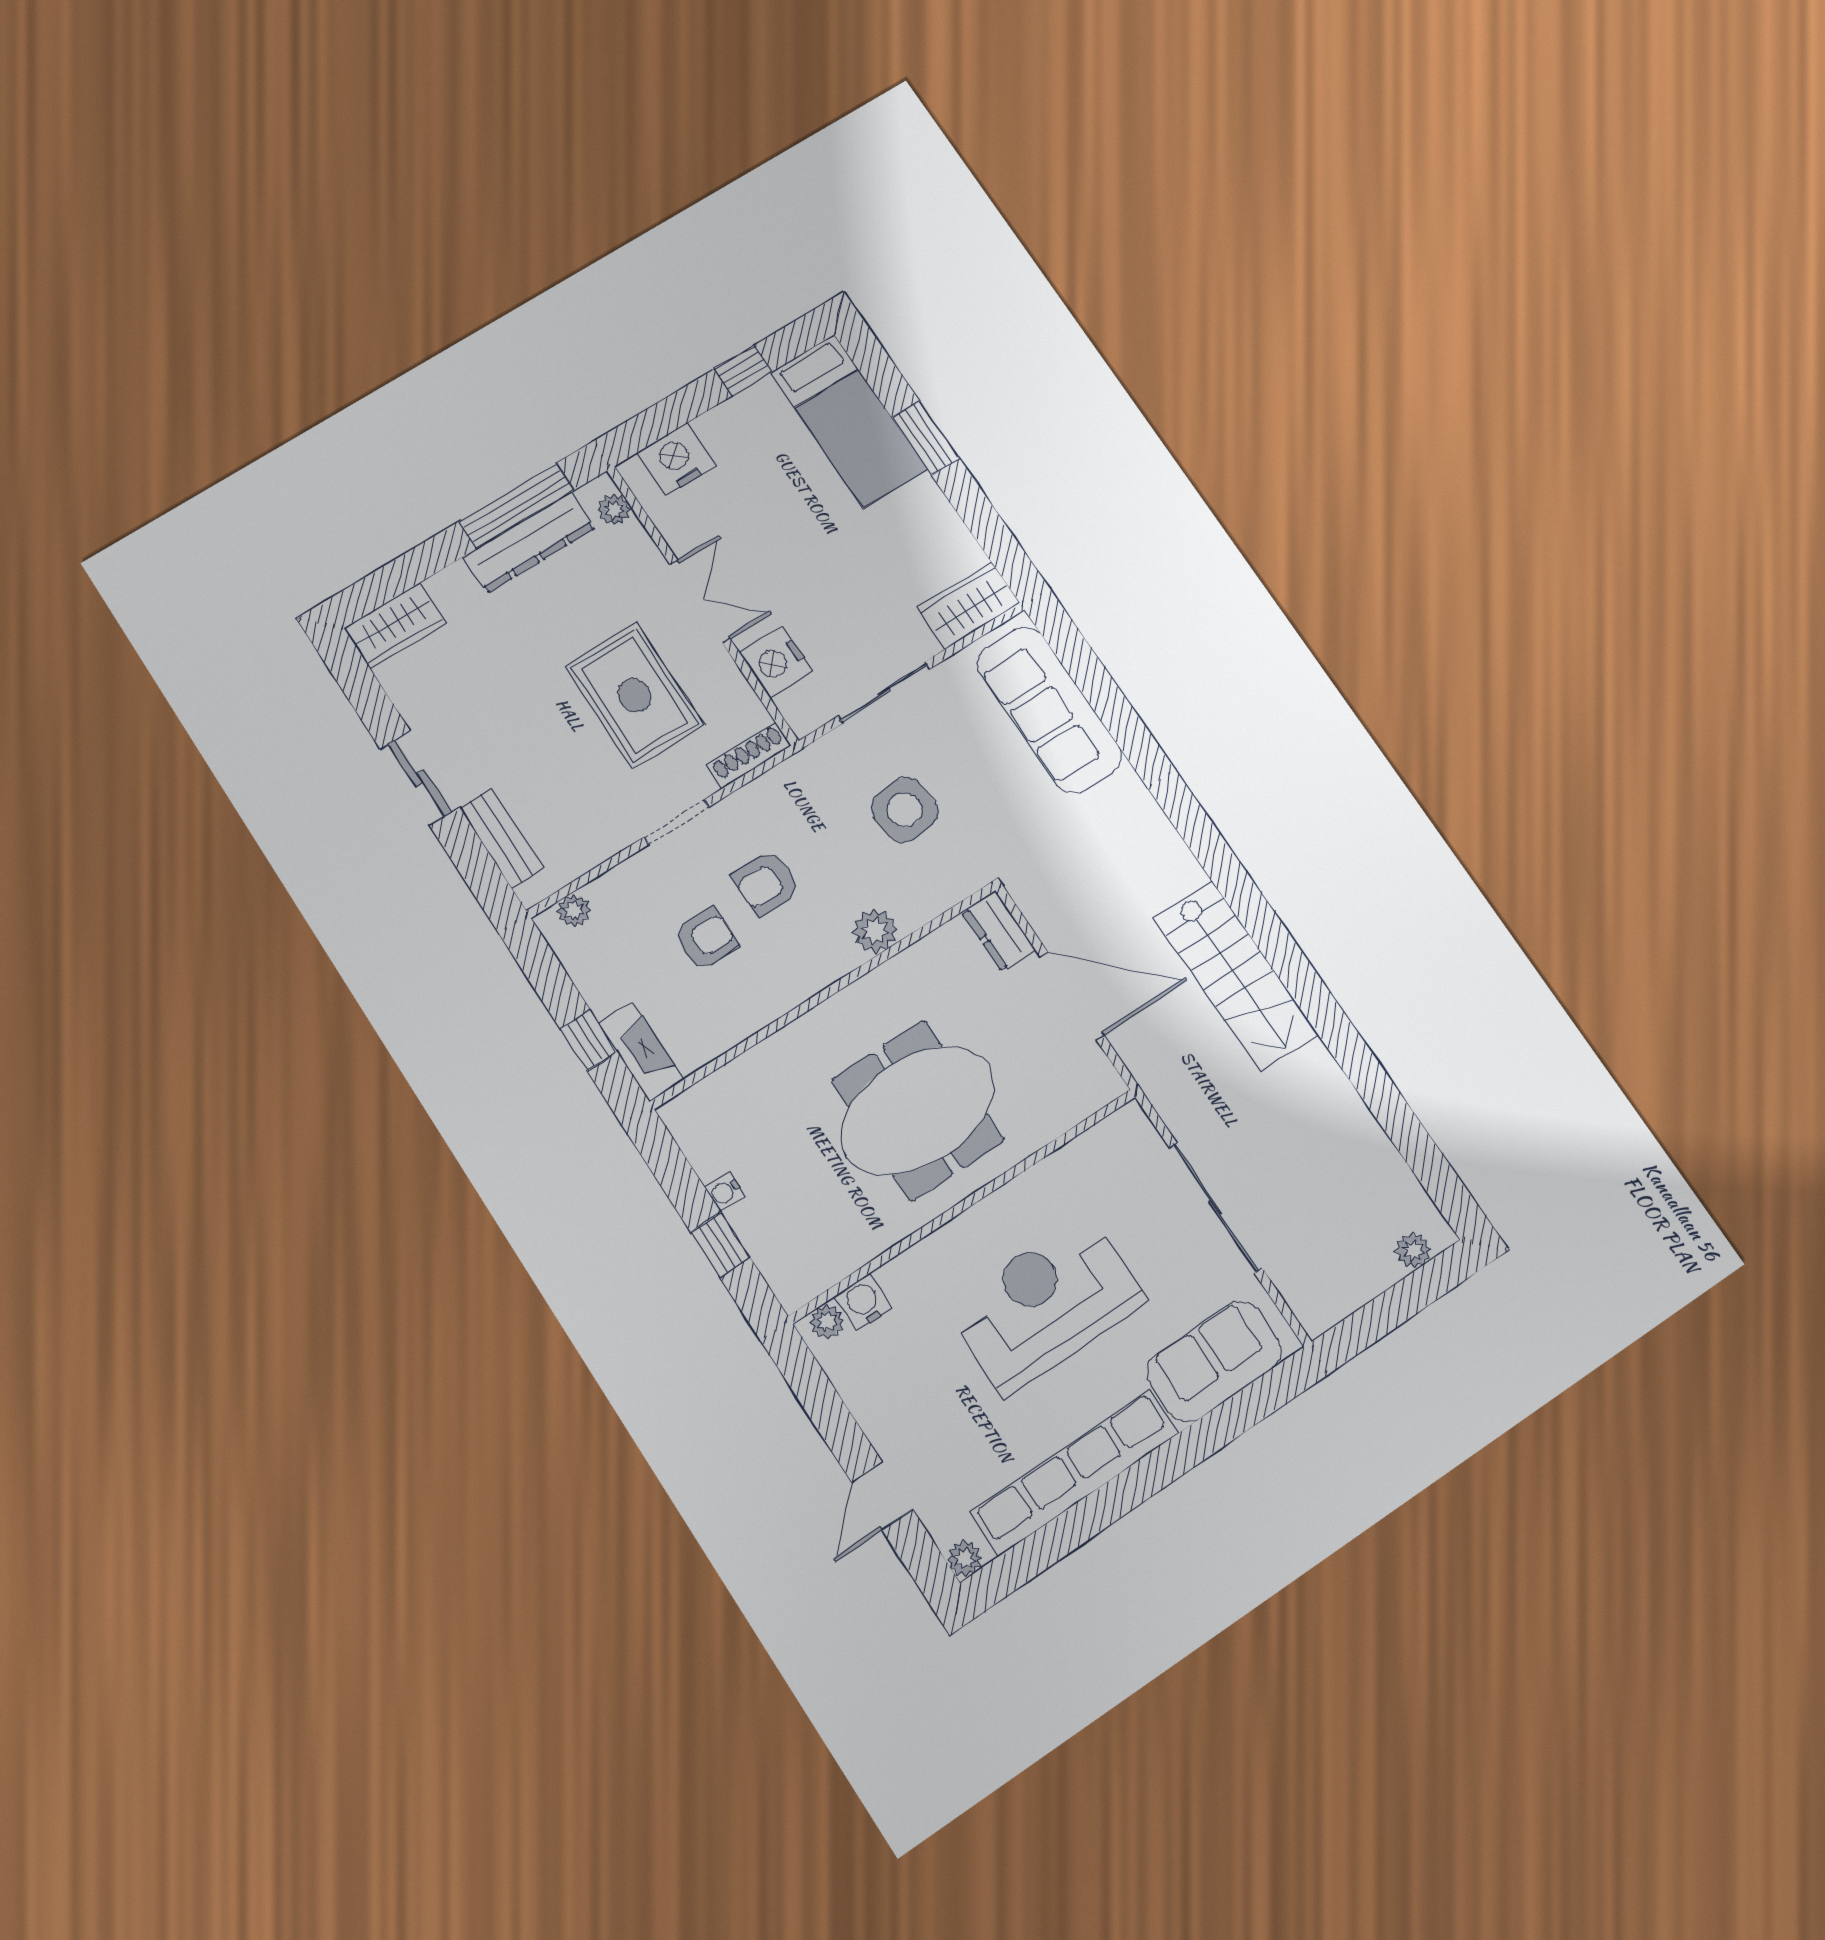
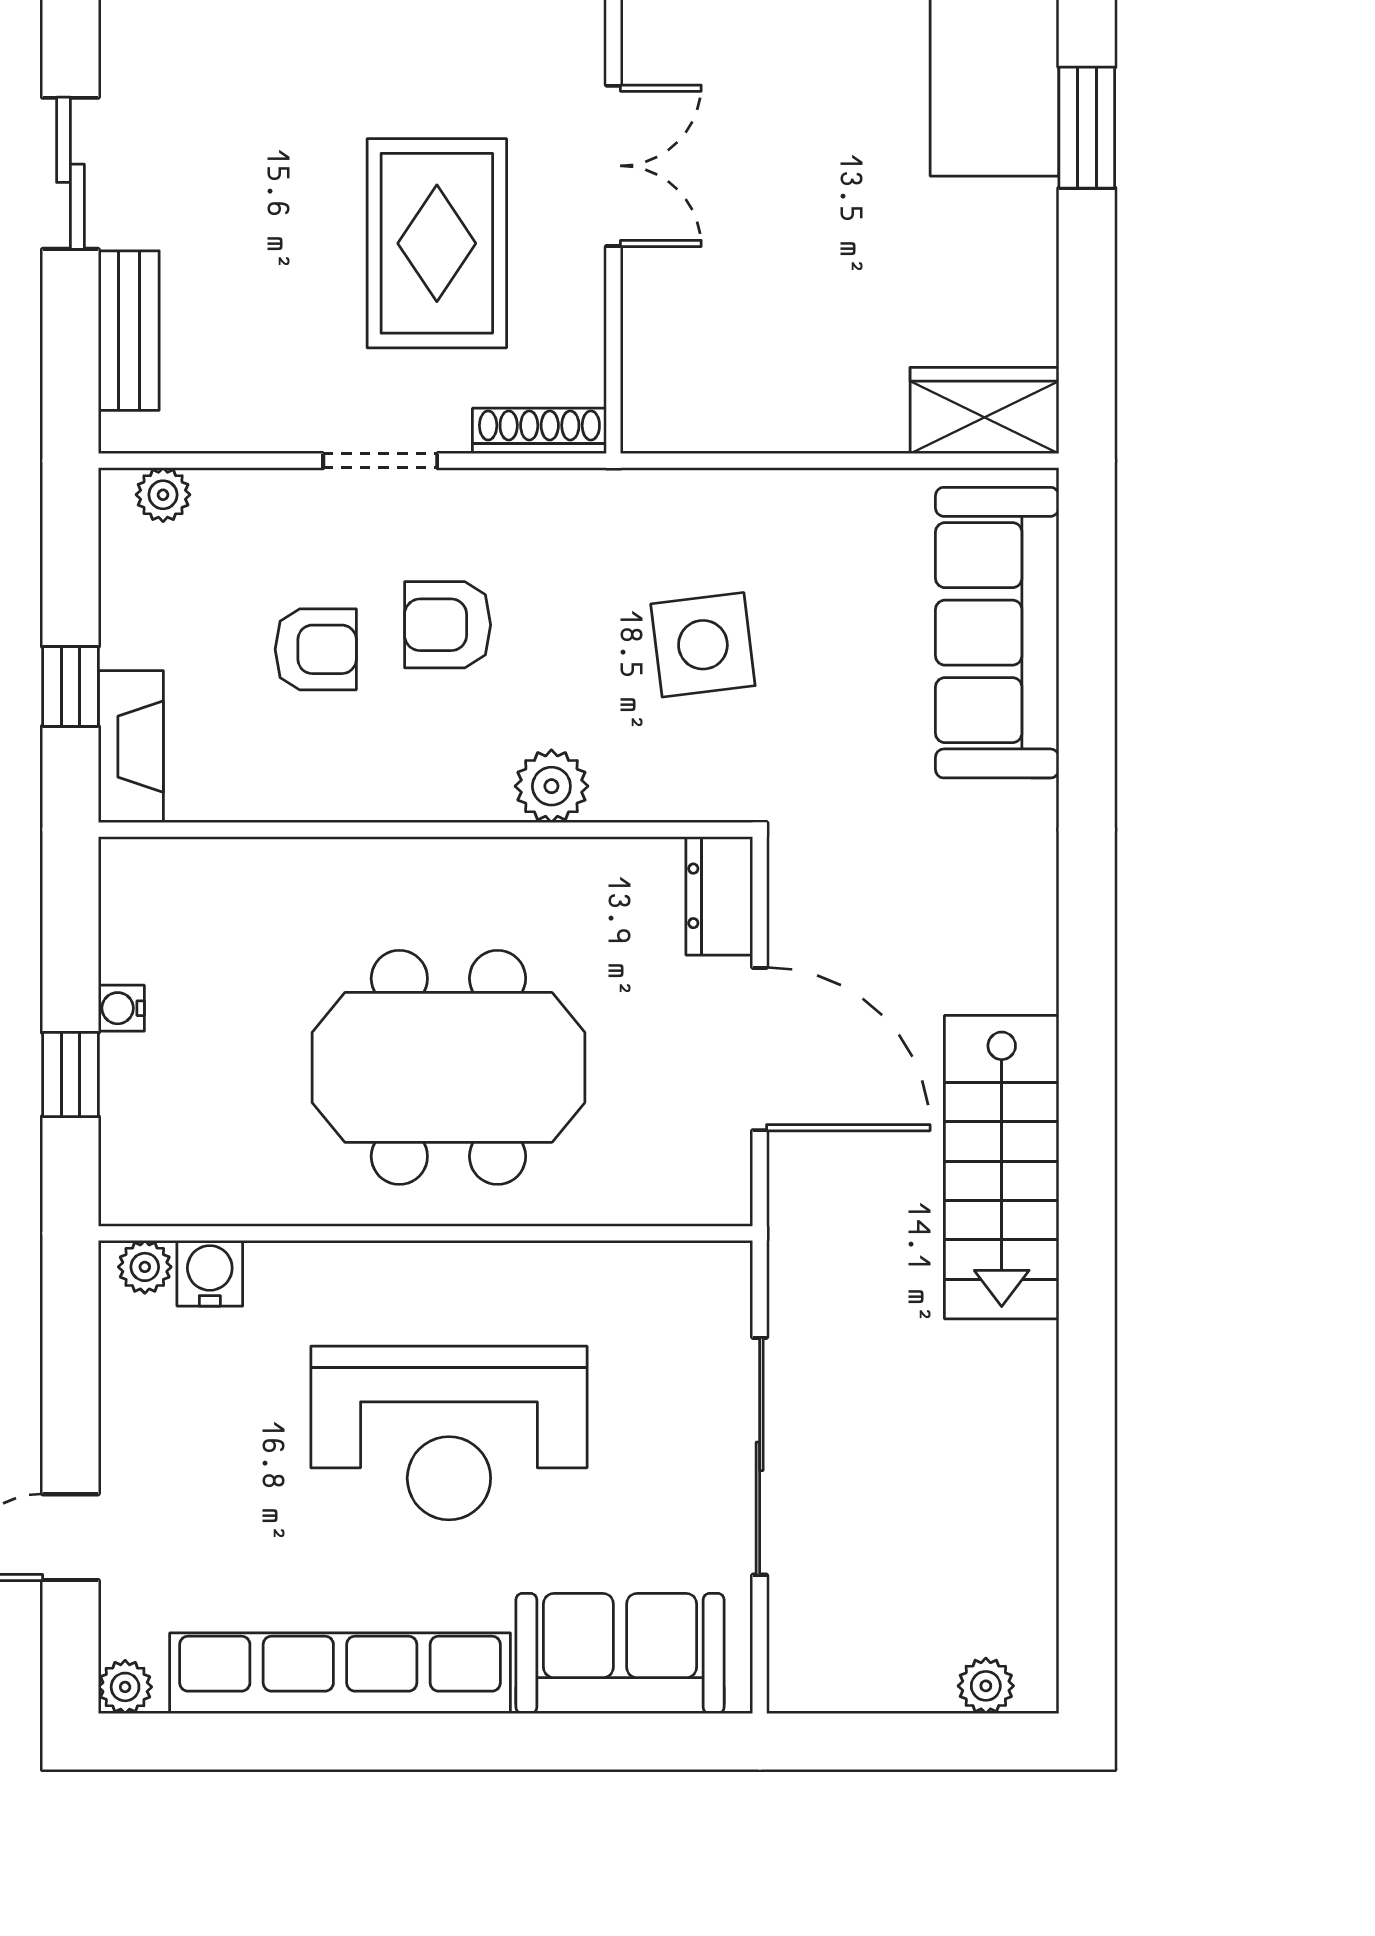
nightstand: (776, 662) -> (663, 321), removed
sliding door: (884, 692) -> (784, 461), removed
reception desk: (1046, 1304) -> (449, 1433), turned 180

